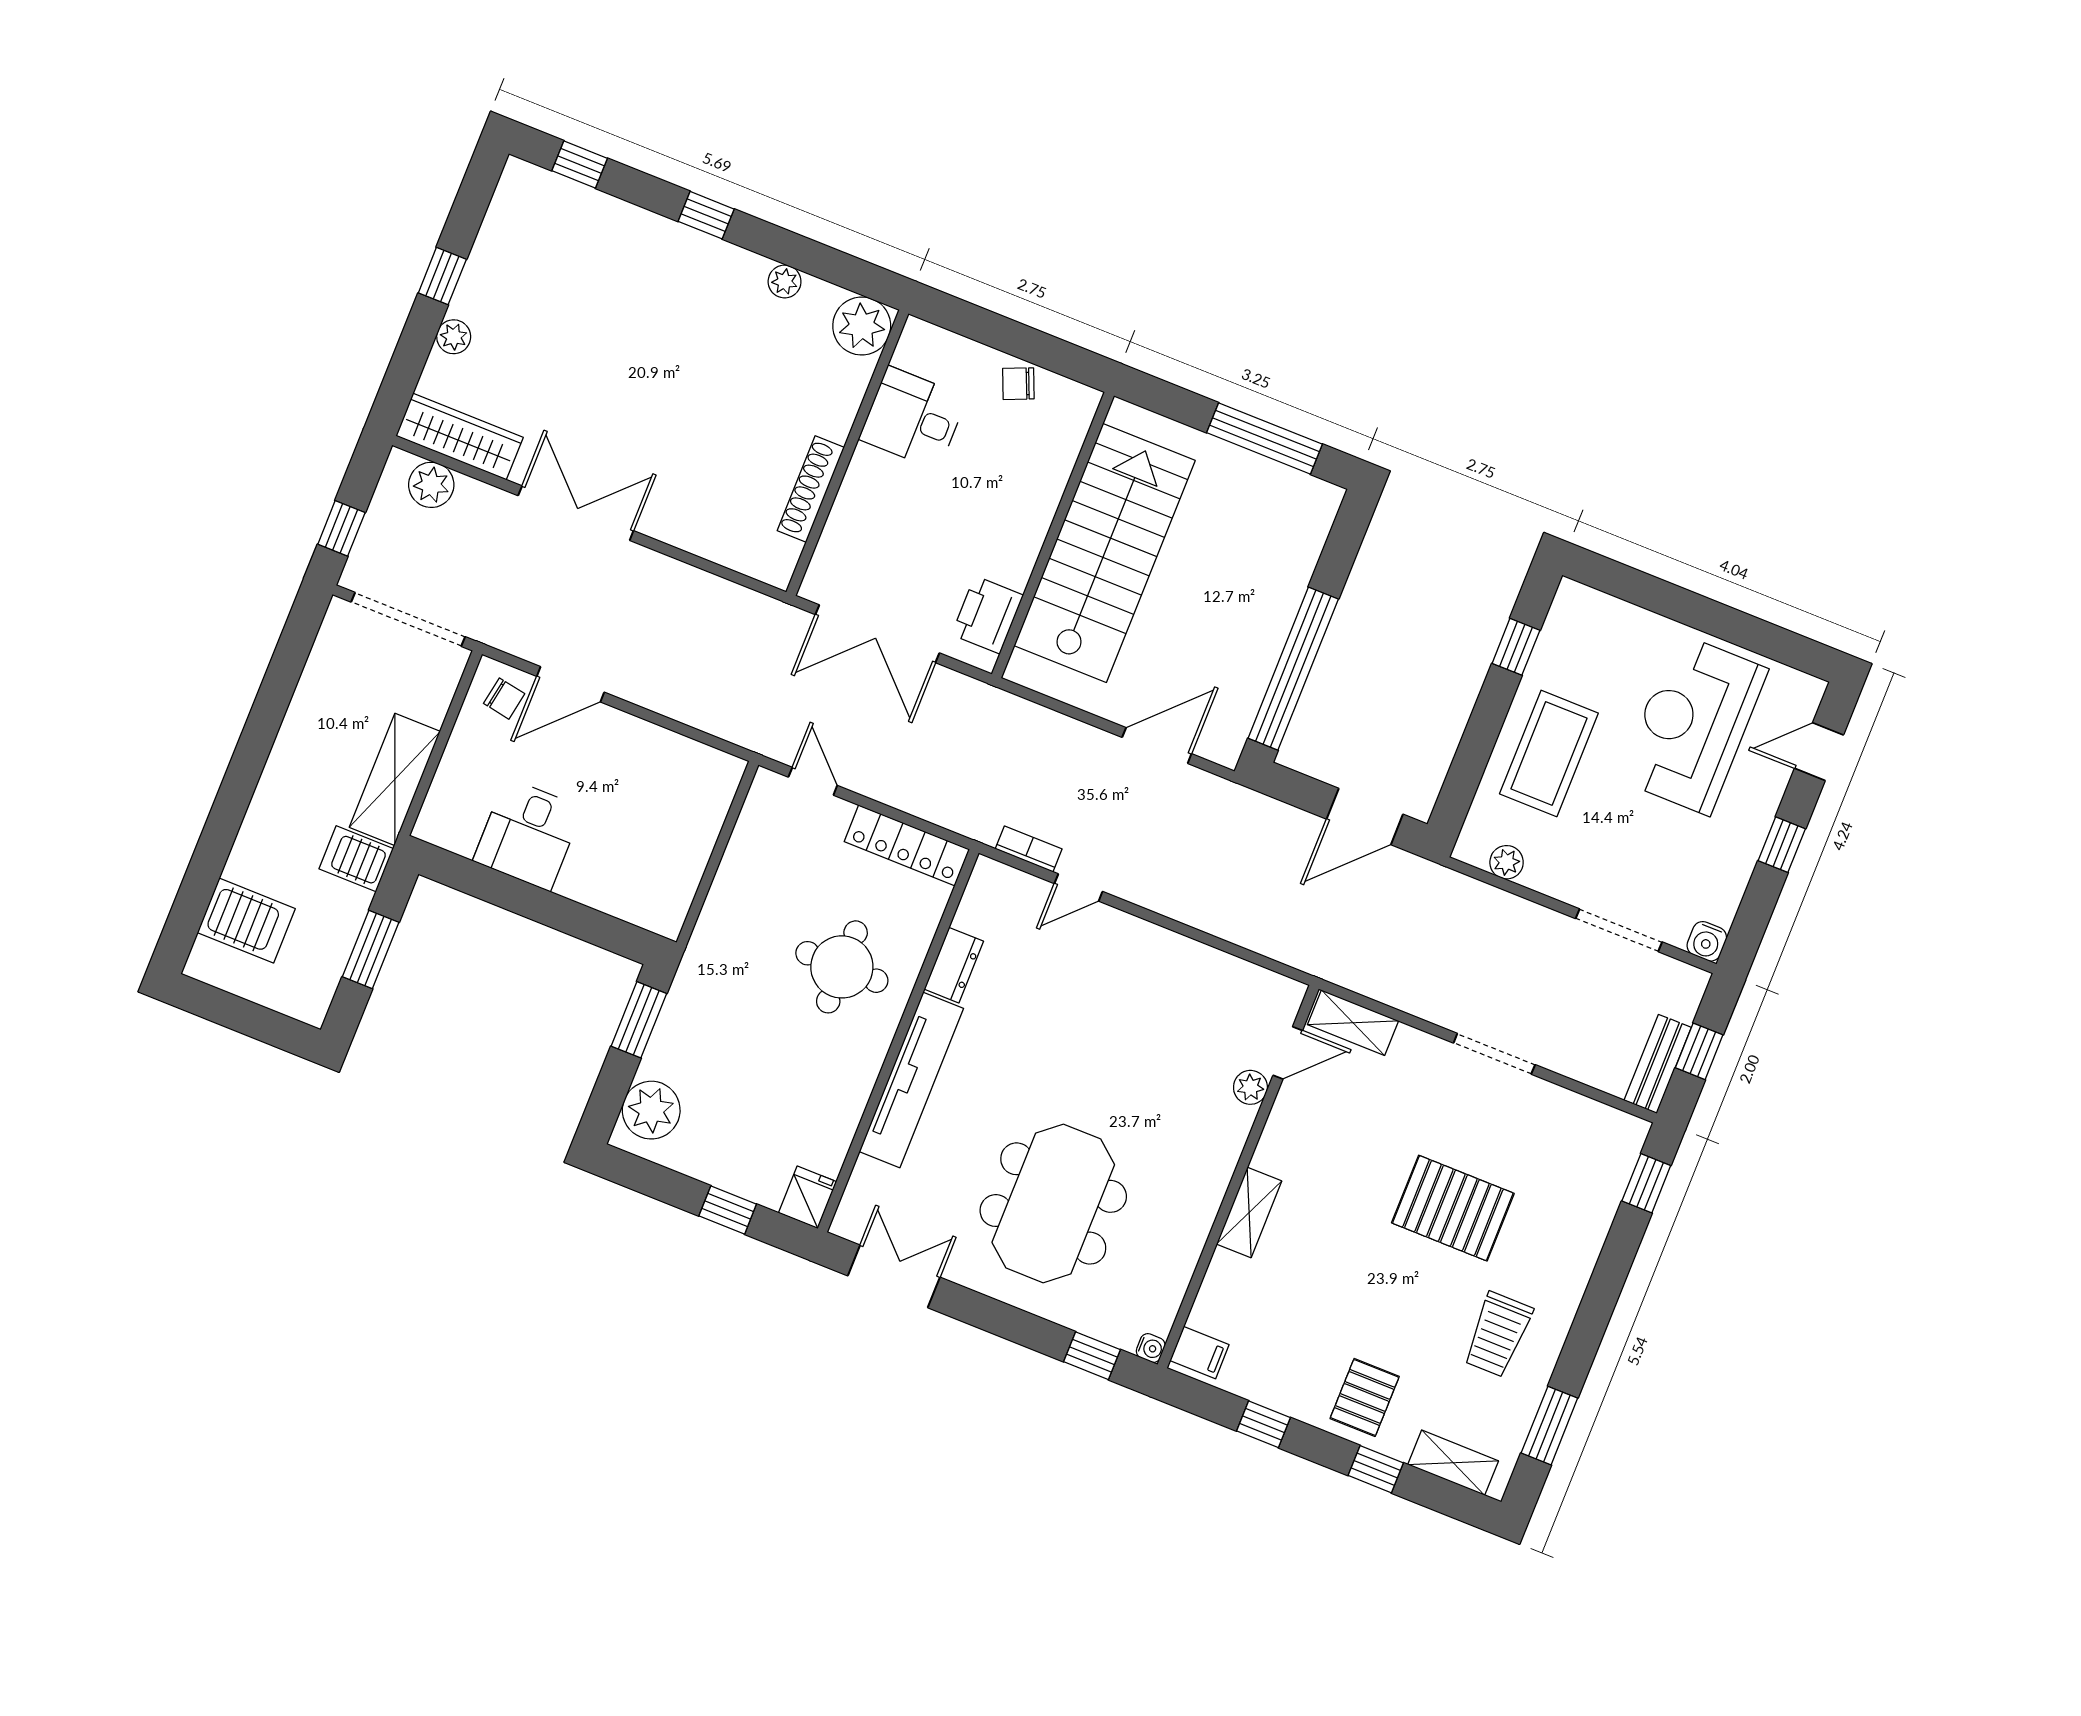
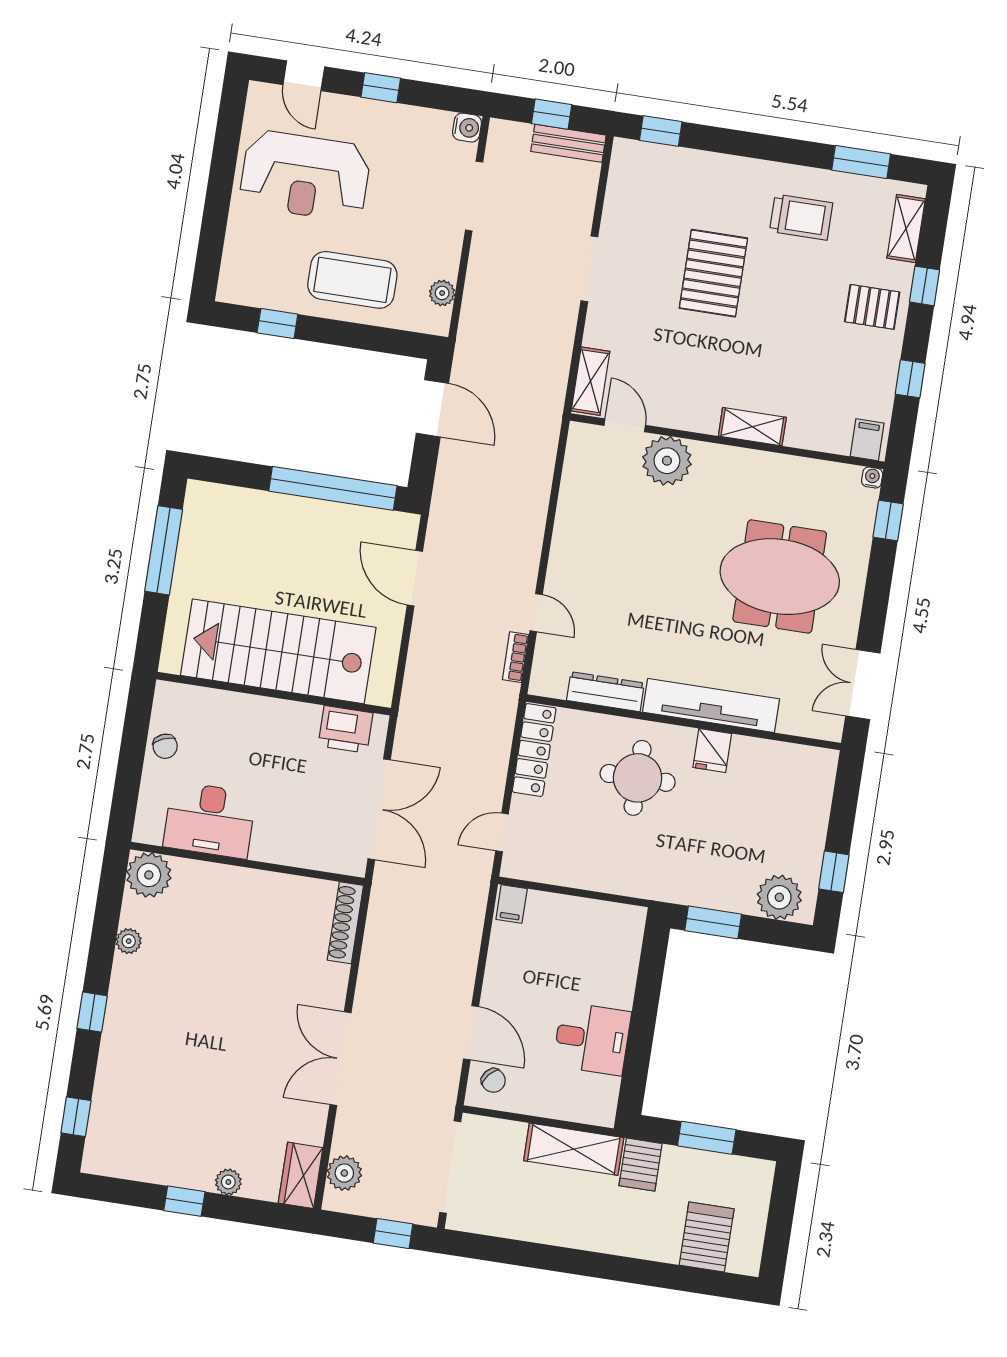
desk: (913, 418) -> (210, 820), width x1.37
wardrobe: (460, 437) -> (301, 1175), width x0.67
shoe rack: (811, 489) -> (345, 923), moved, turned 90
chair: (504, 699) -> (493, 1081), turned 120
filing cabinet: (720, 772) -> (512, 904), added
dresser: (954, 965) -> (605, 692), width x1.44
plant: (1250, 1087) -> (667, 461), width x1.88, depth x1.88
fridge: (808, 1197) -> (712, 751), moved, turned -90
window: (728, 1210) -> (834, 872), moved

